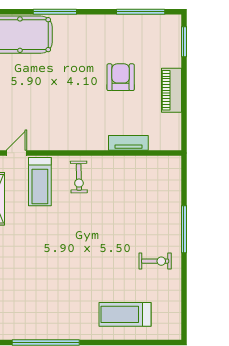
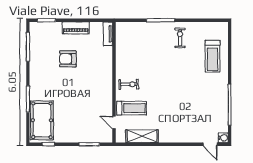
tv unit: (128, 143) -> (108, 34), moved

